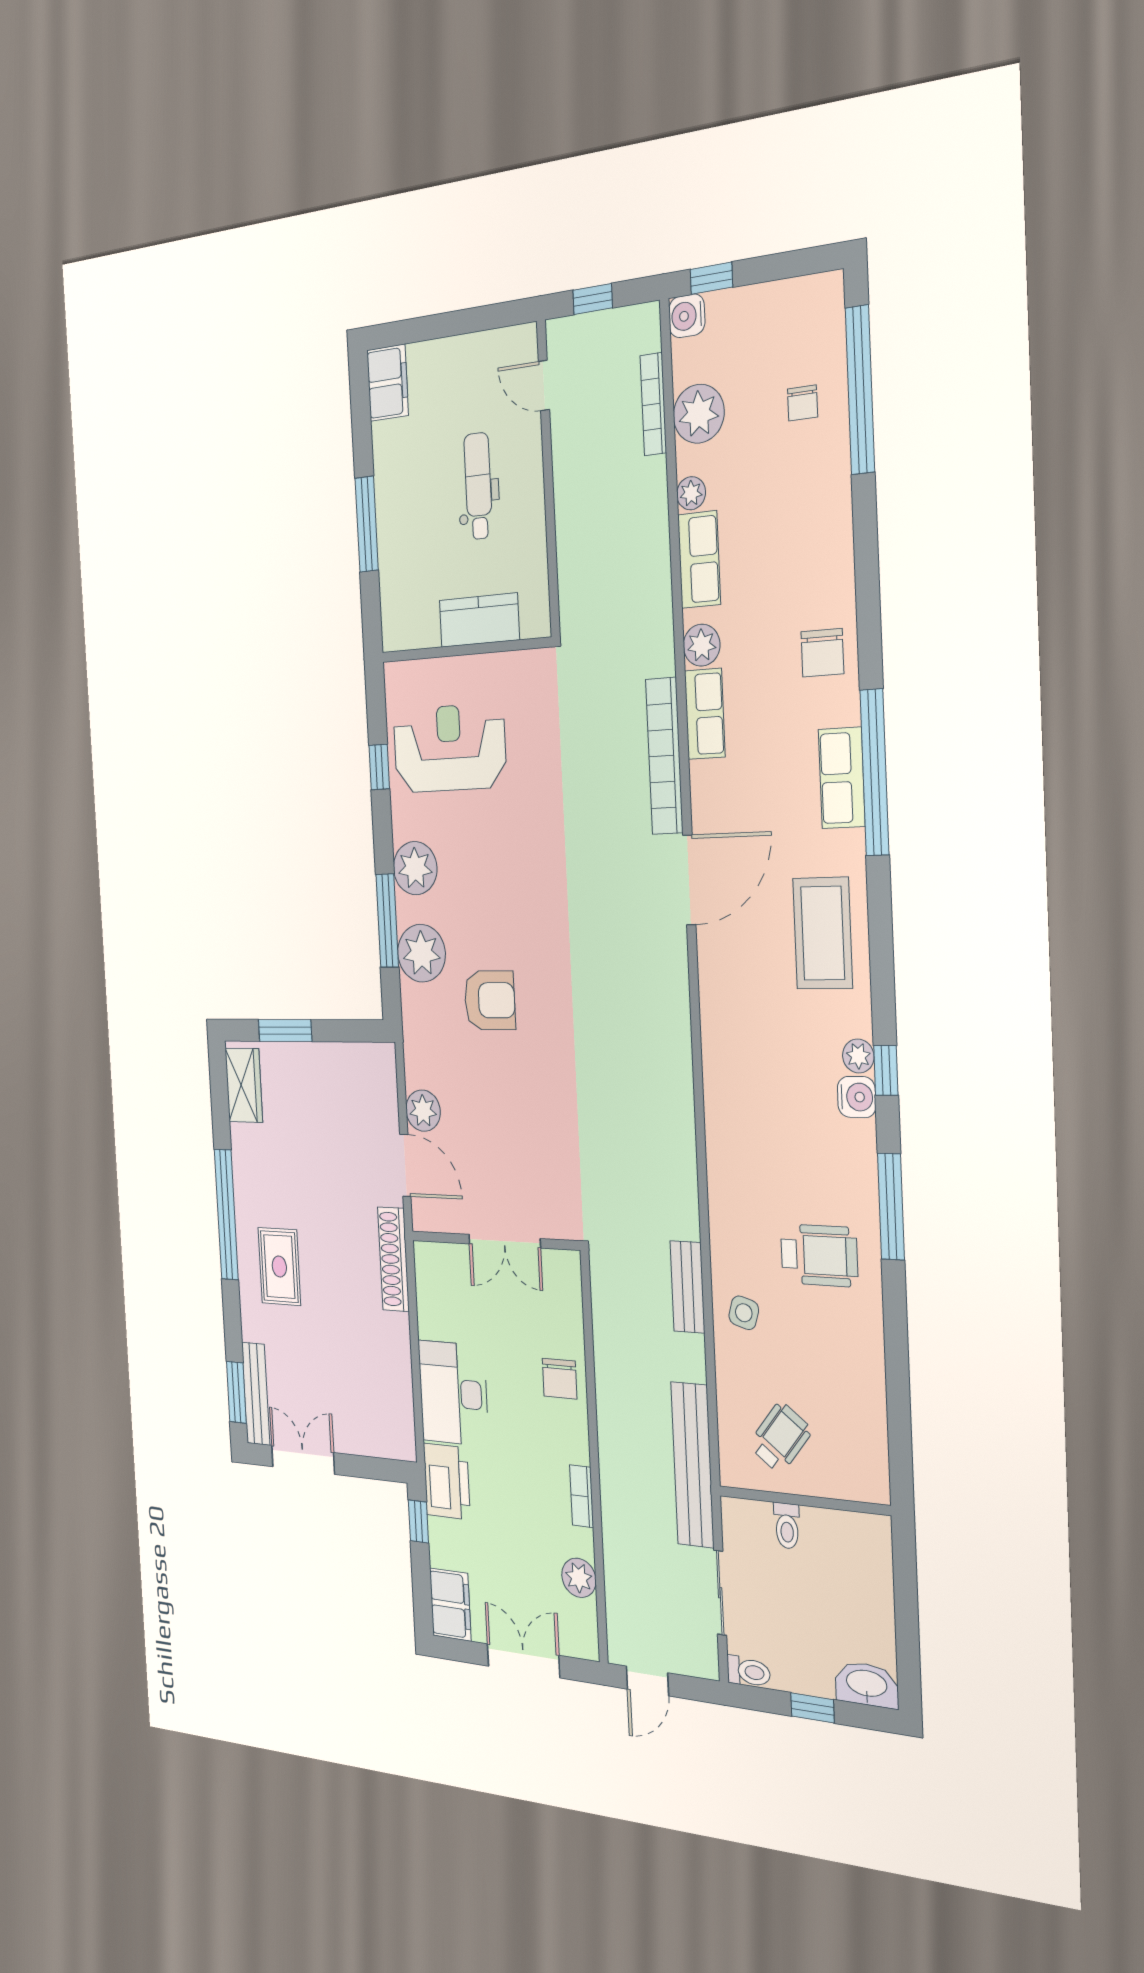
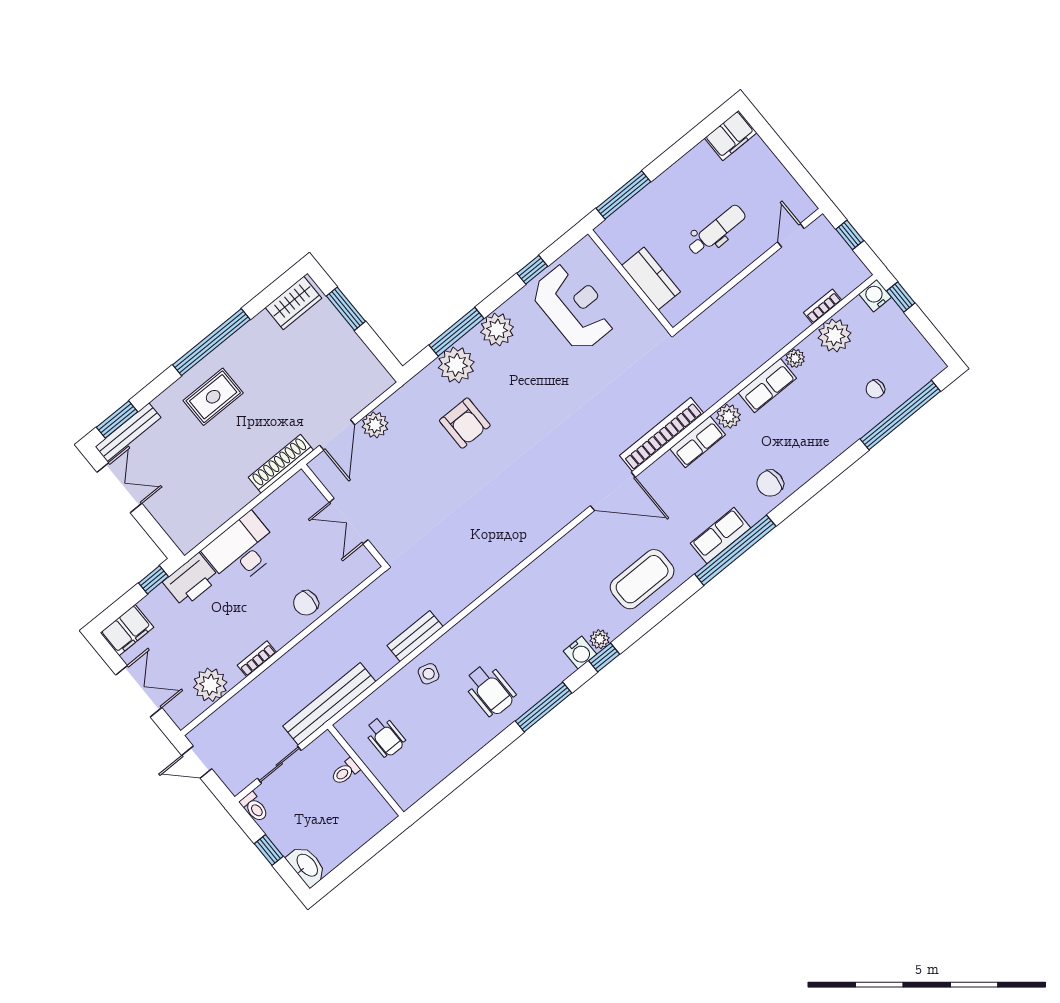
bookcase: (653, 404) -> (823, 306), width x0.64
window: (367, 524) -> (623, 195), moved
wheelchair: (780, 1438) -> (385, 737), turned 52
plant: (579, 1578) -> (210, 685), width x1.36, depth x1.36

